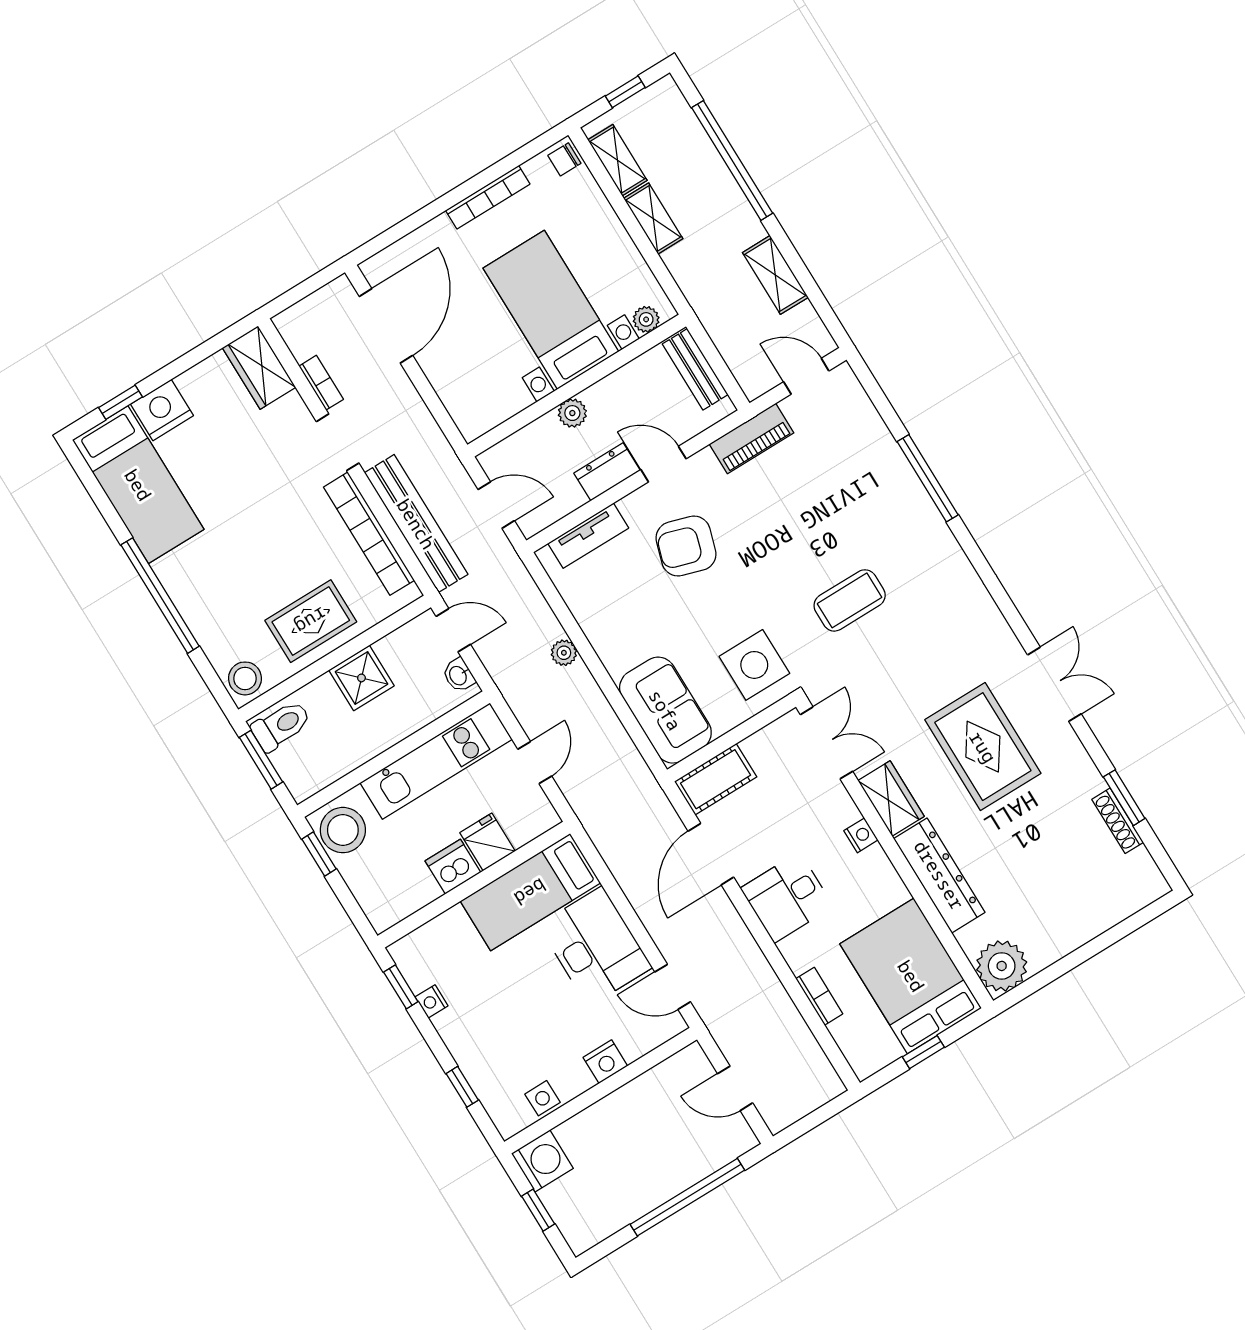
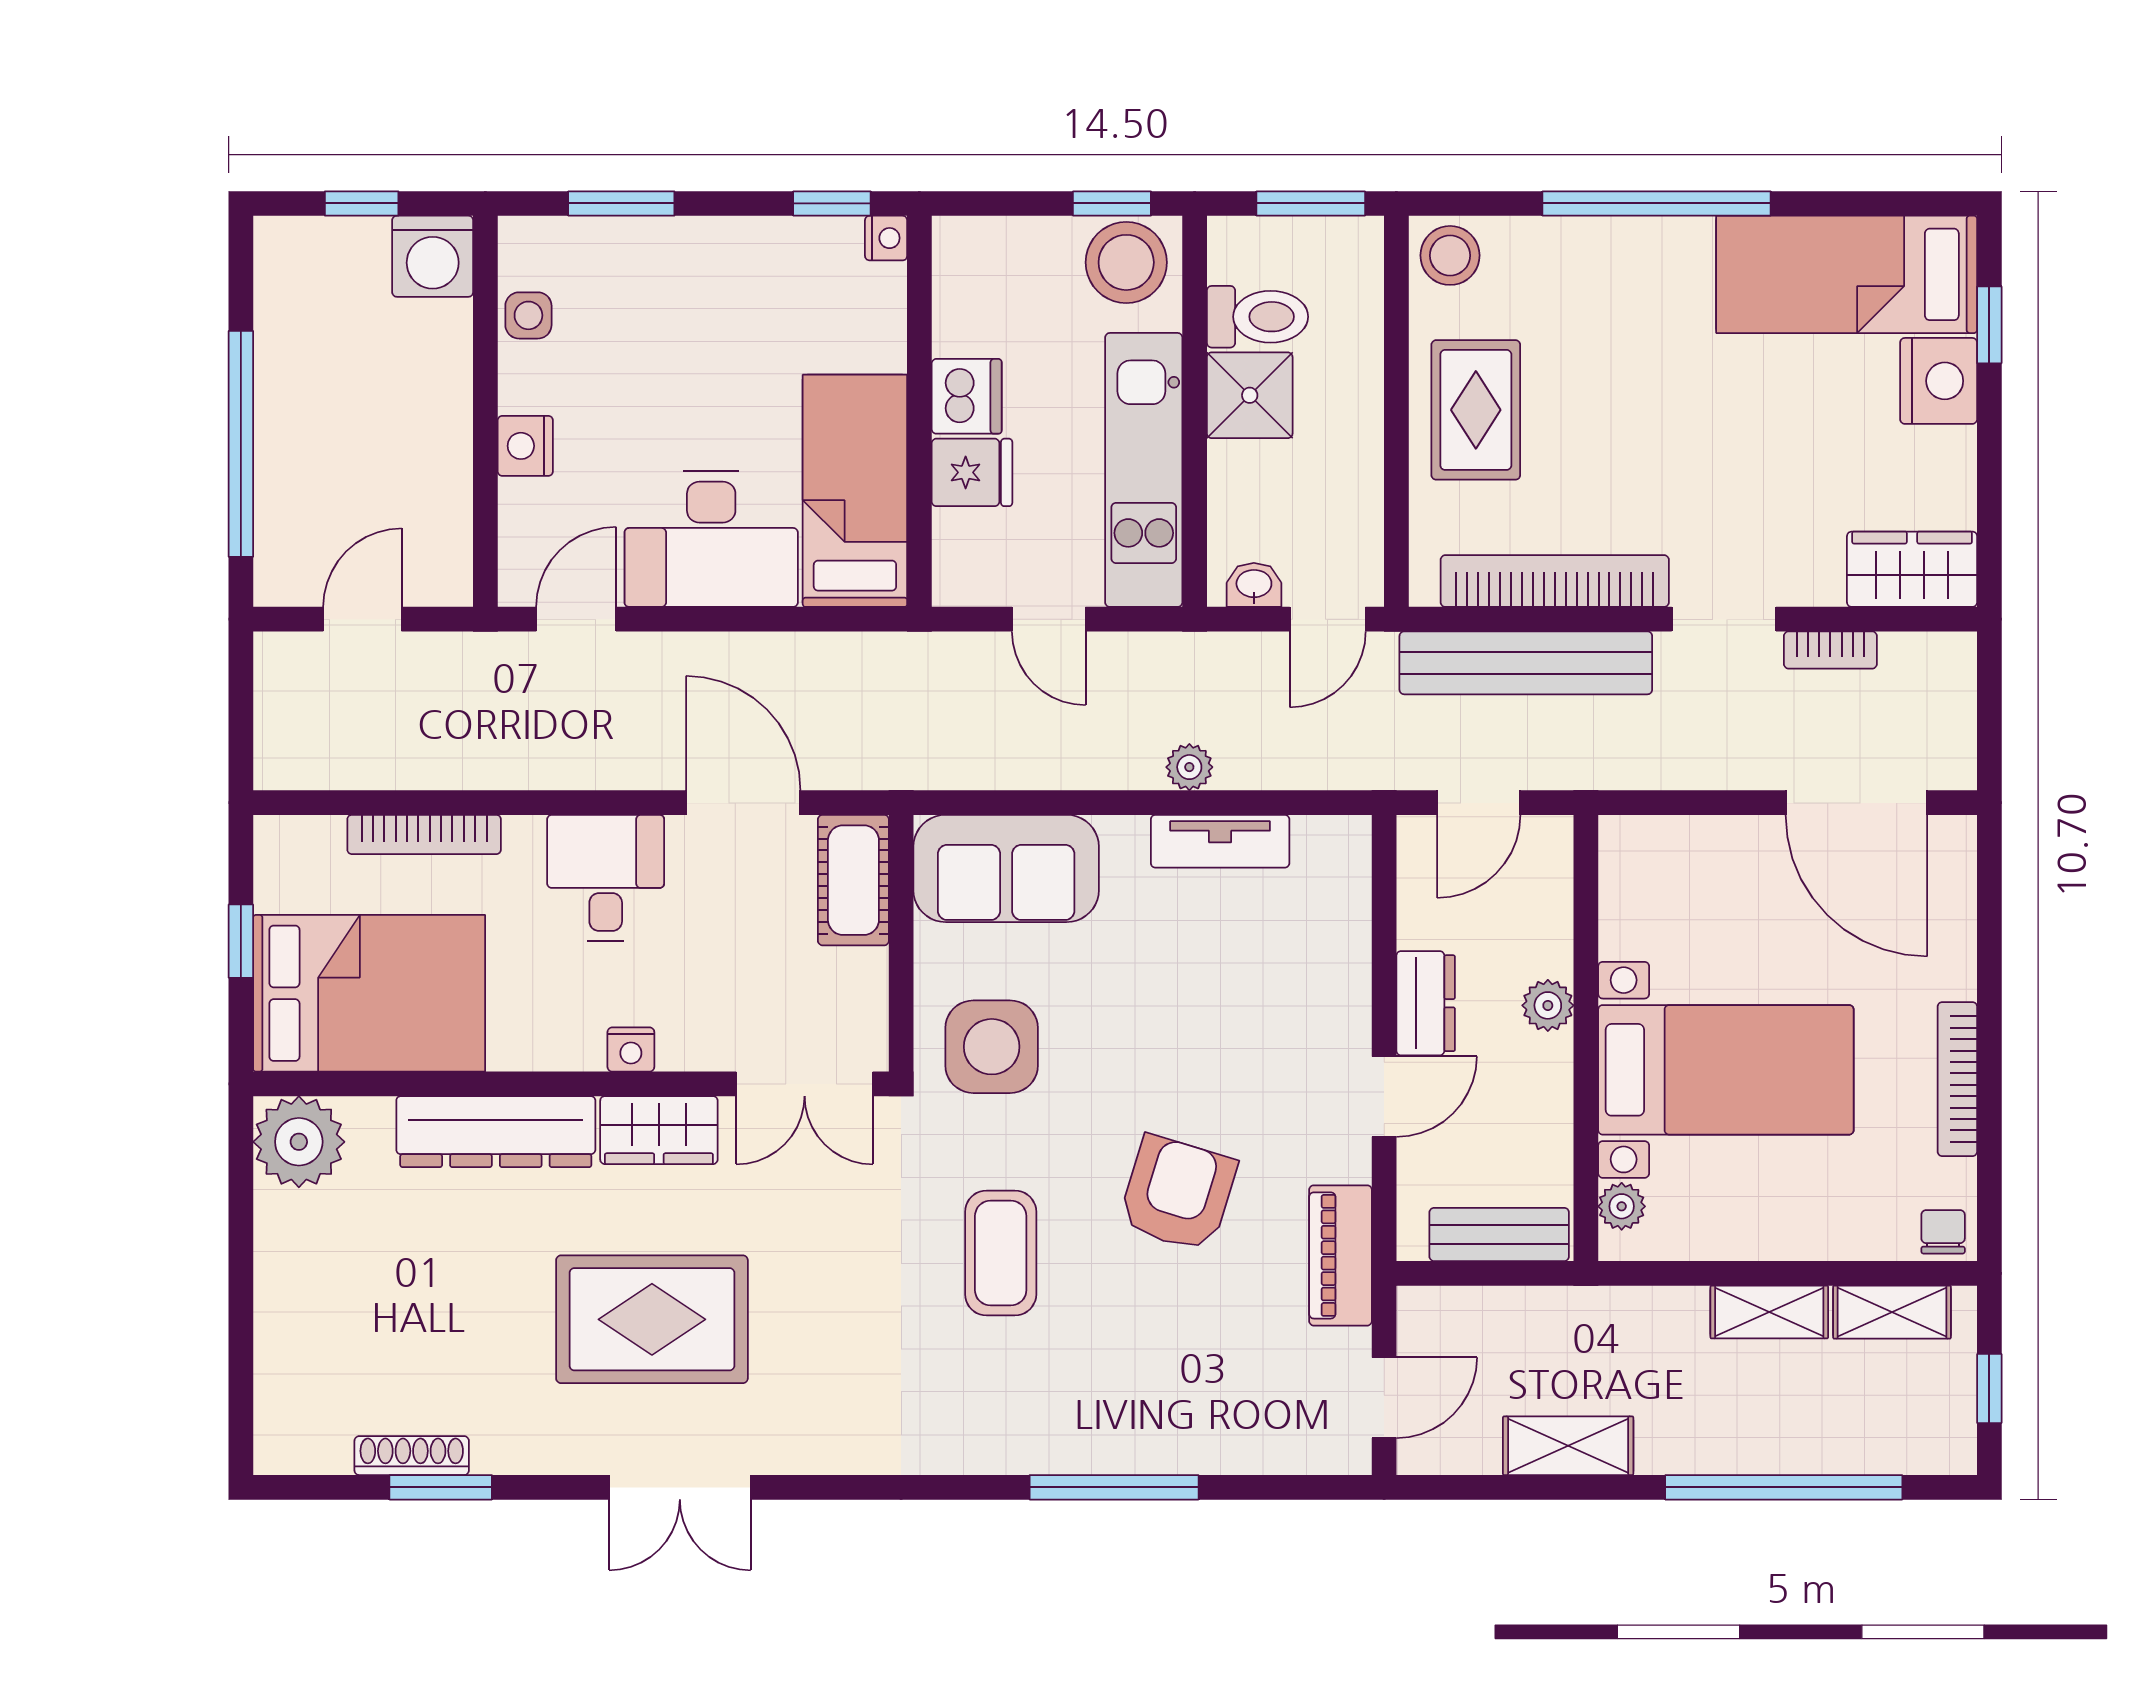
tv unit: (588, 536) -> (1220, 841), moved, turned -90
armchair: (686, 546) -> (1178, 1194), moved
shower: (361, 678) -> (1250, 395), moved
toilet: (281, 726) -> (1257, 317), moved, turned -90
bookcase: (819, 996) -> (424, 834), width x1.56
nightstand: (432, 1001) -> (886, 238), moved, turned 90
window: (462, 1087) -> (621, 203), width x1.50

